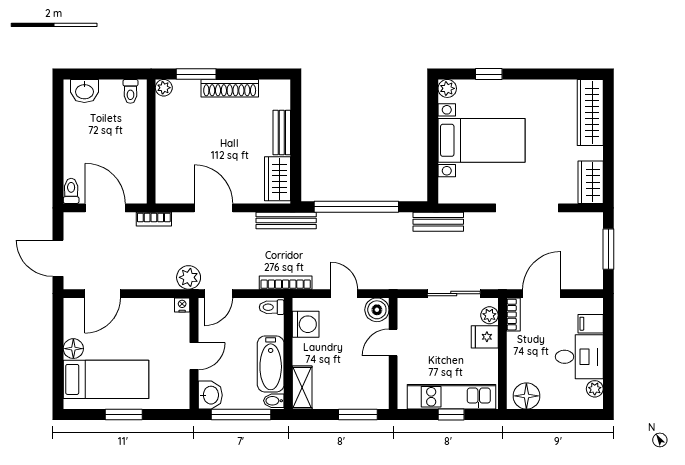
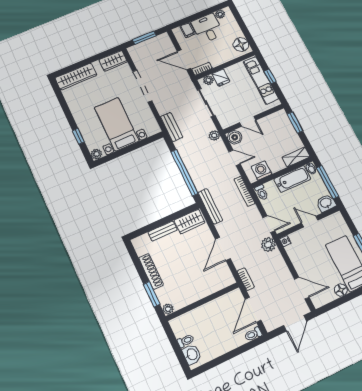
toilet: (130, 91) -> (186, 341), moved
plant: (394, 280) -> (214, 135), added
door: (344, 294) -> (235, 158), swing flipped

